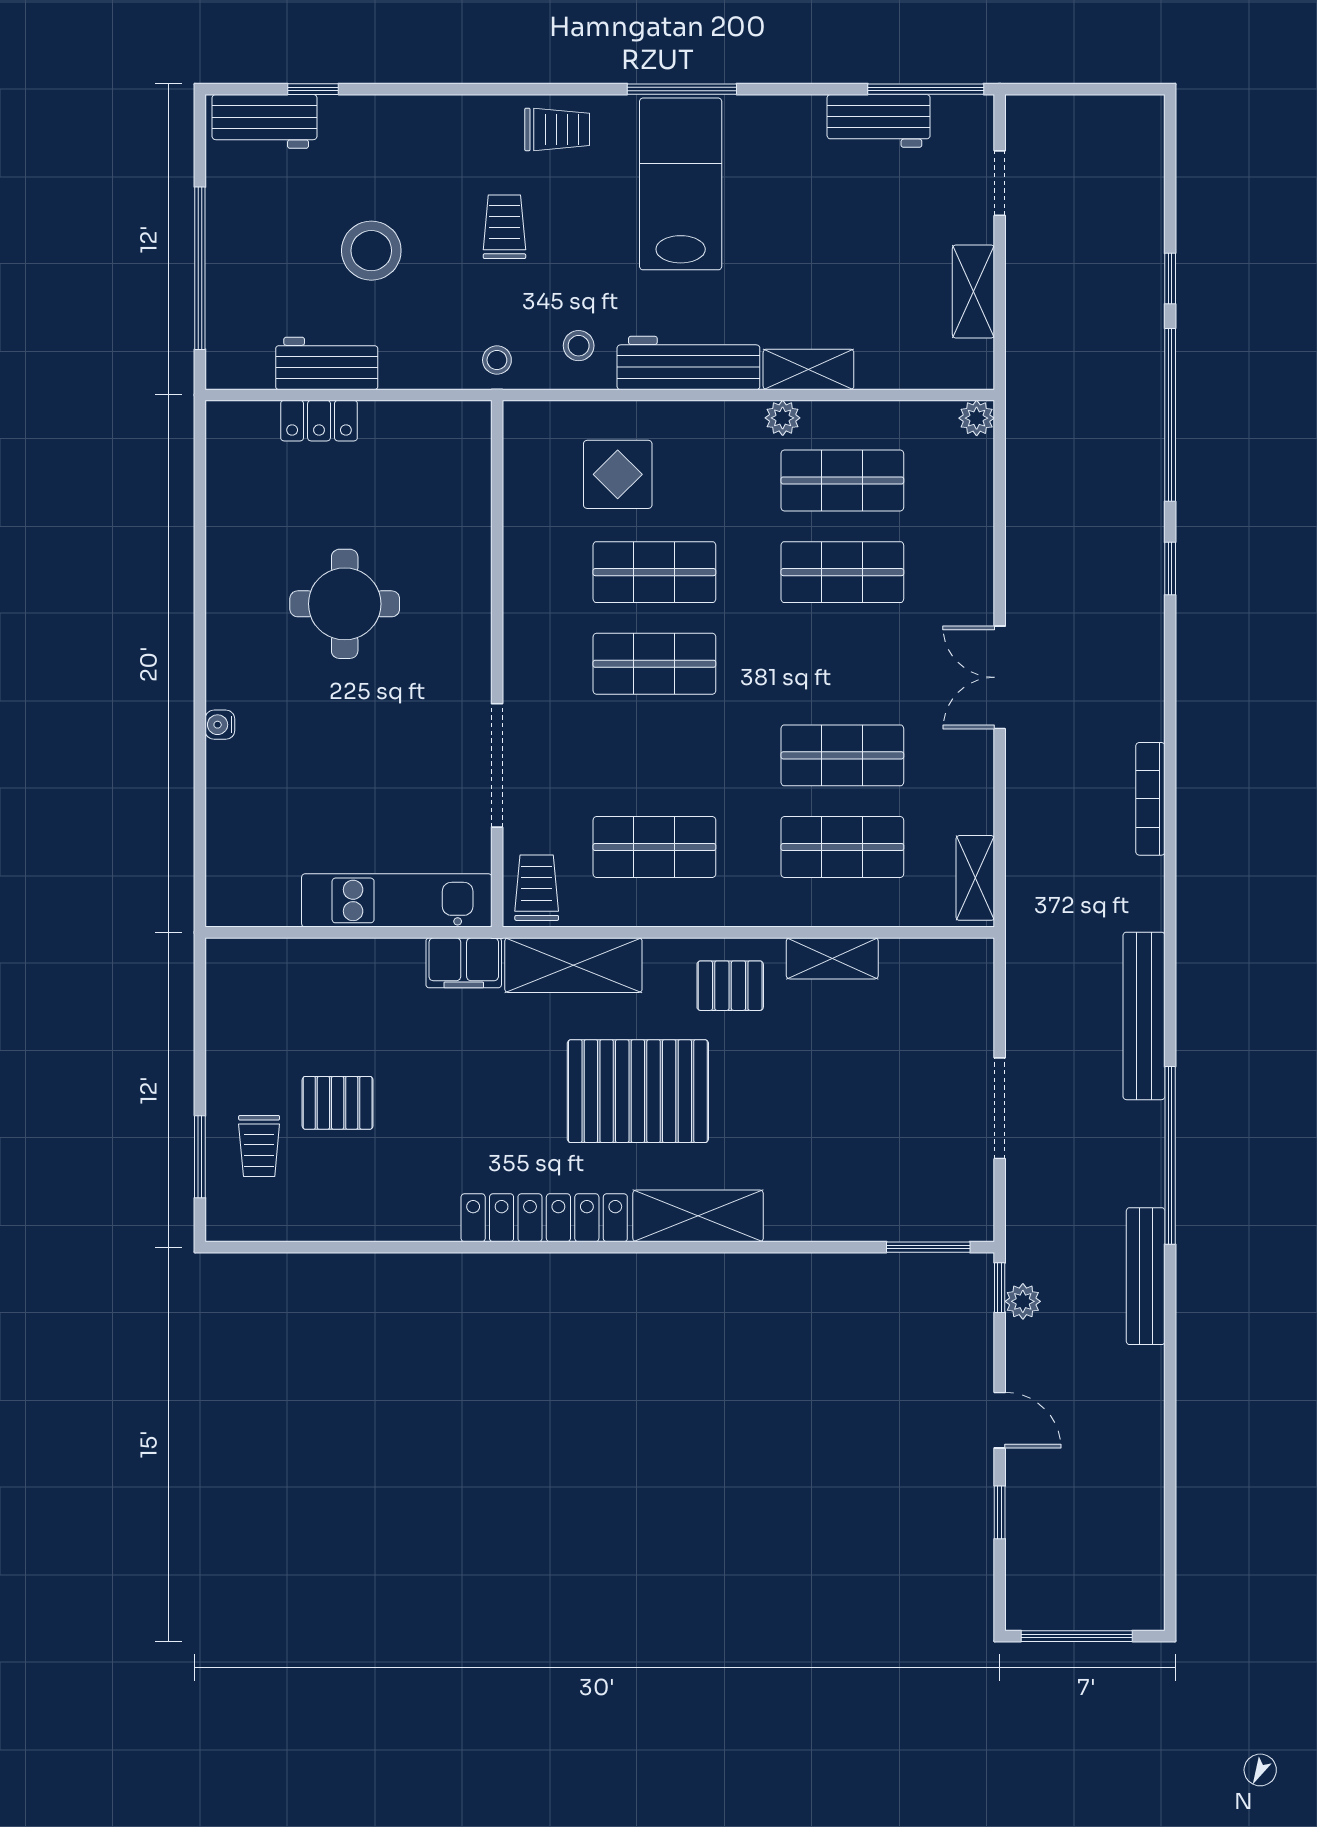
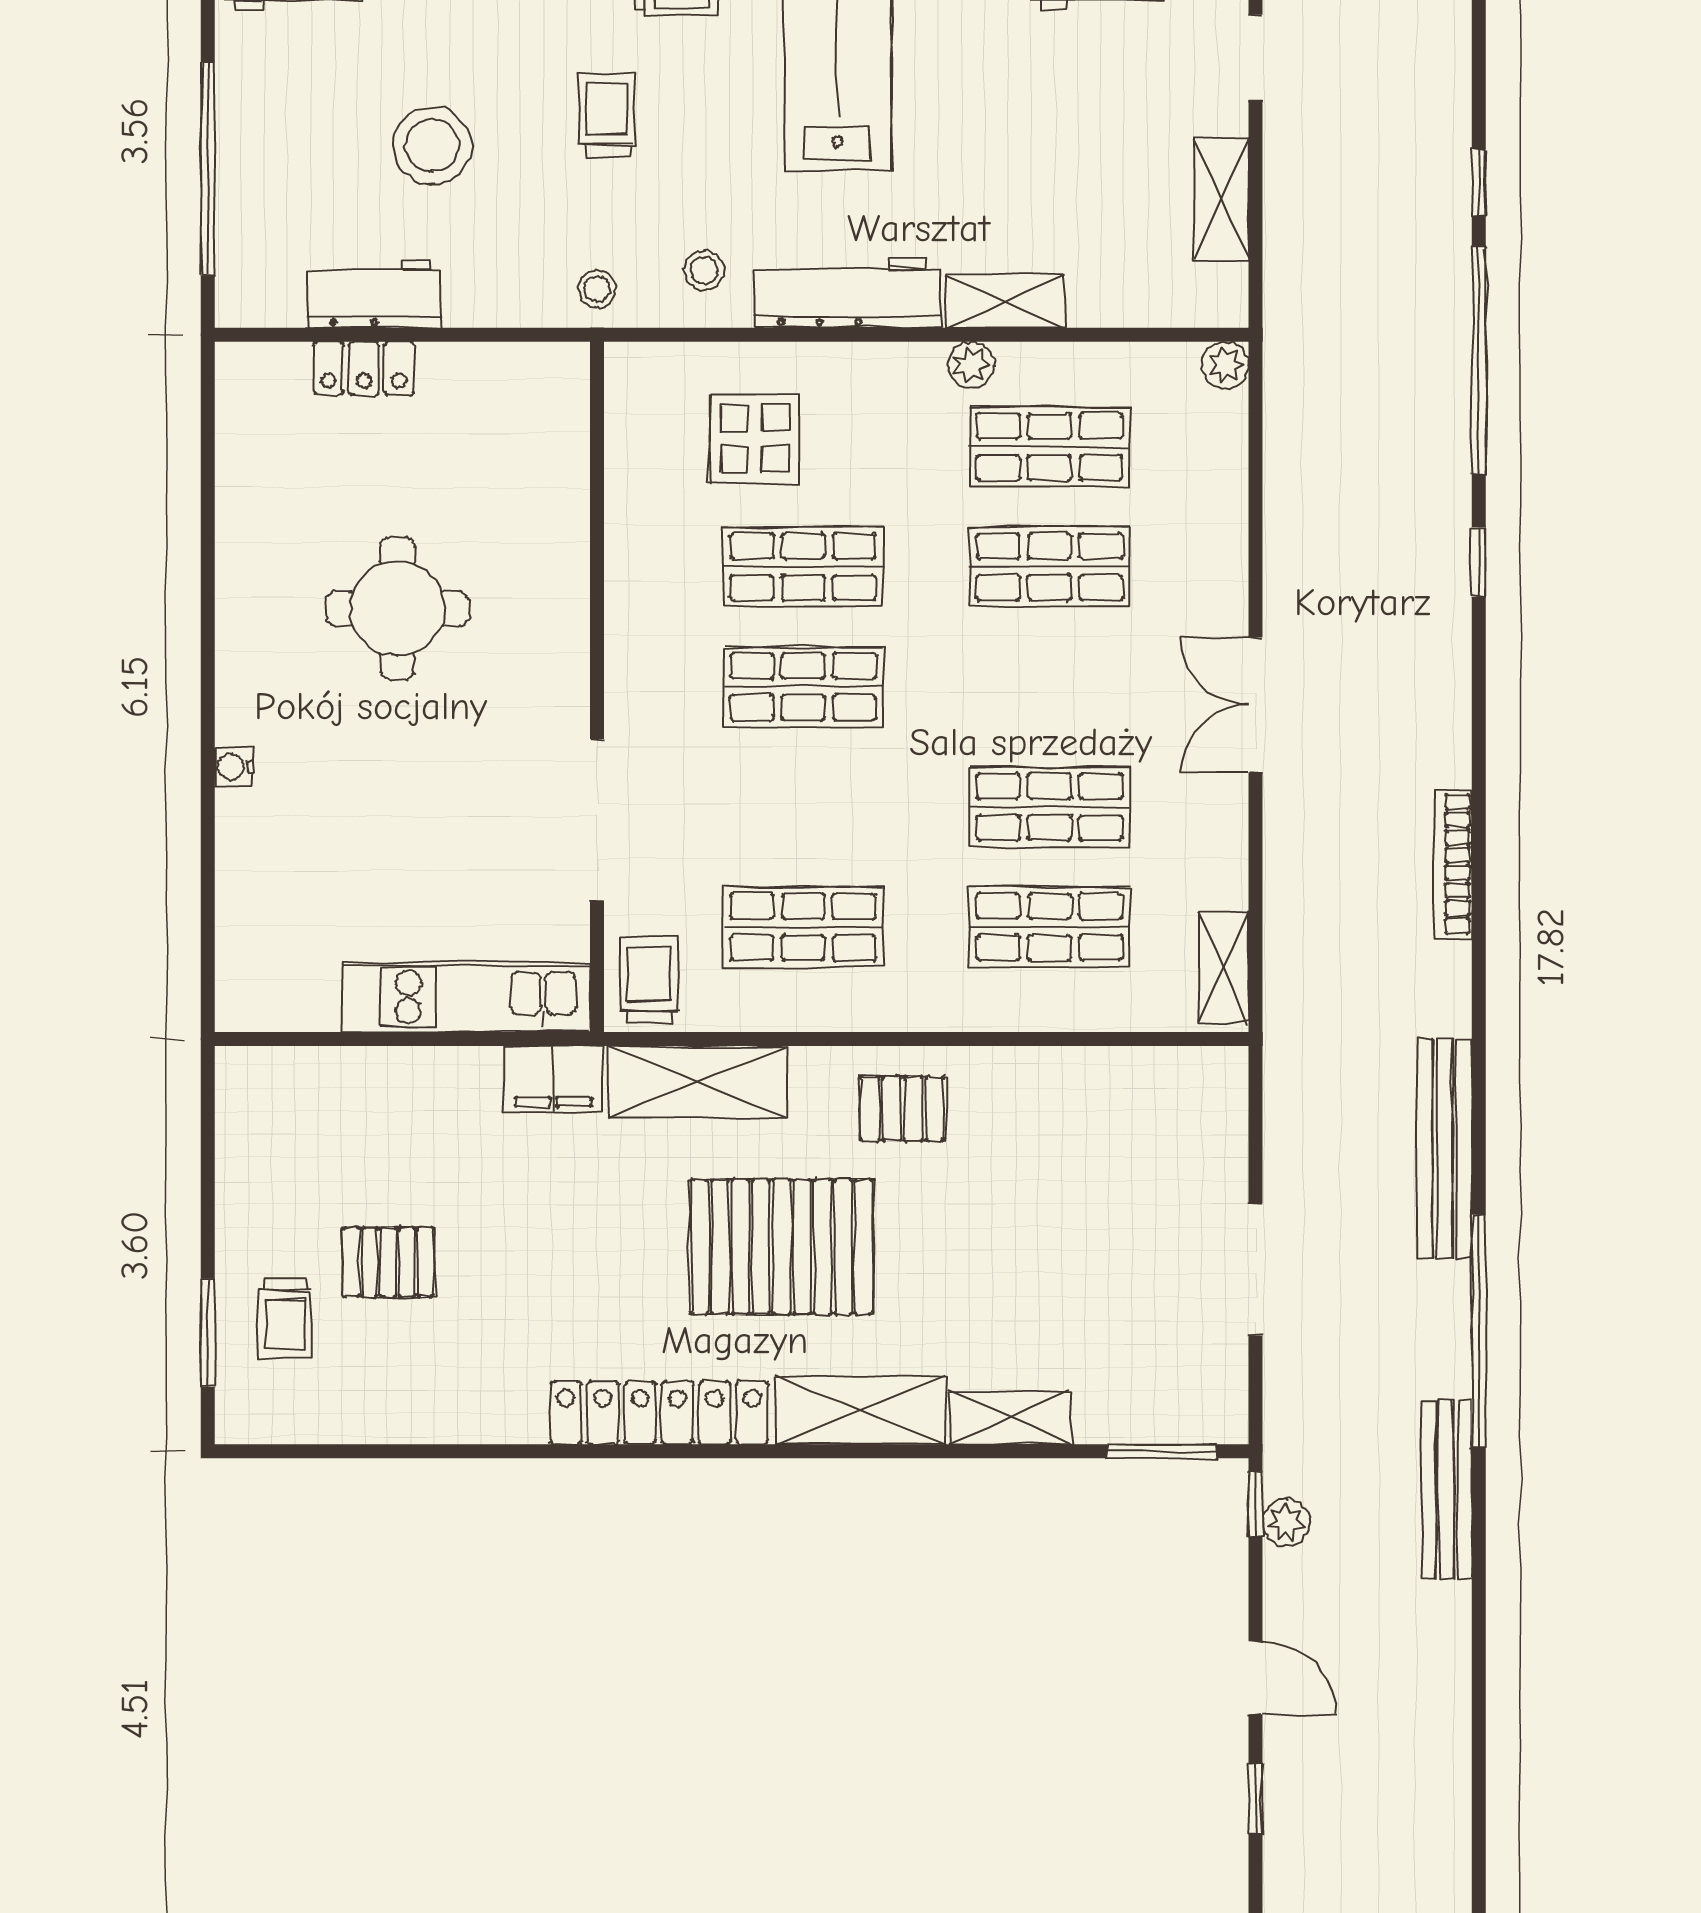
shelving: (832, 958) -> (1010, 1417), moved

